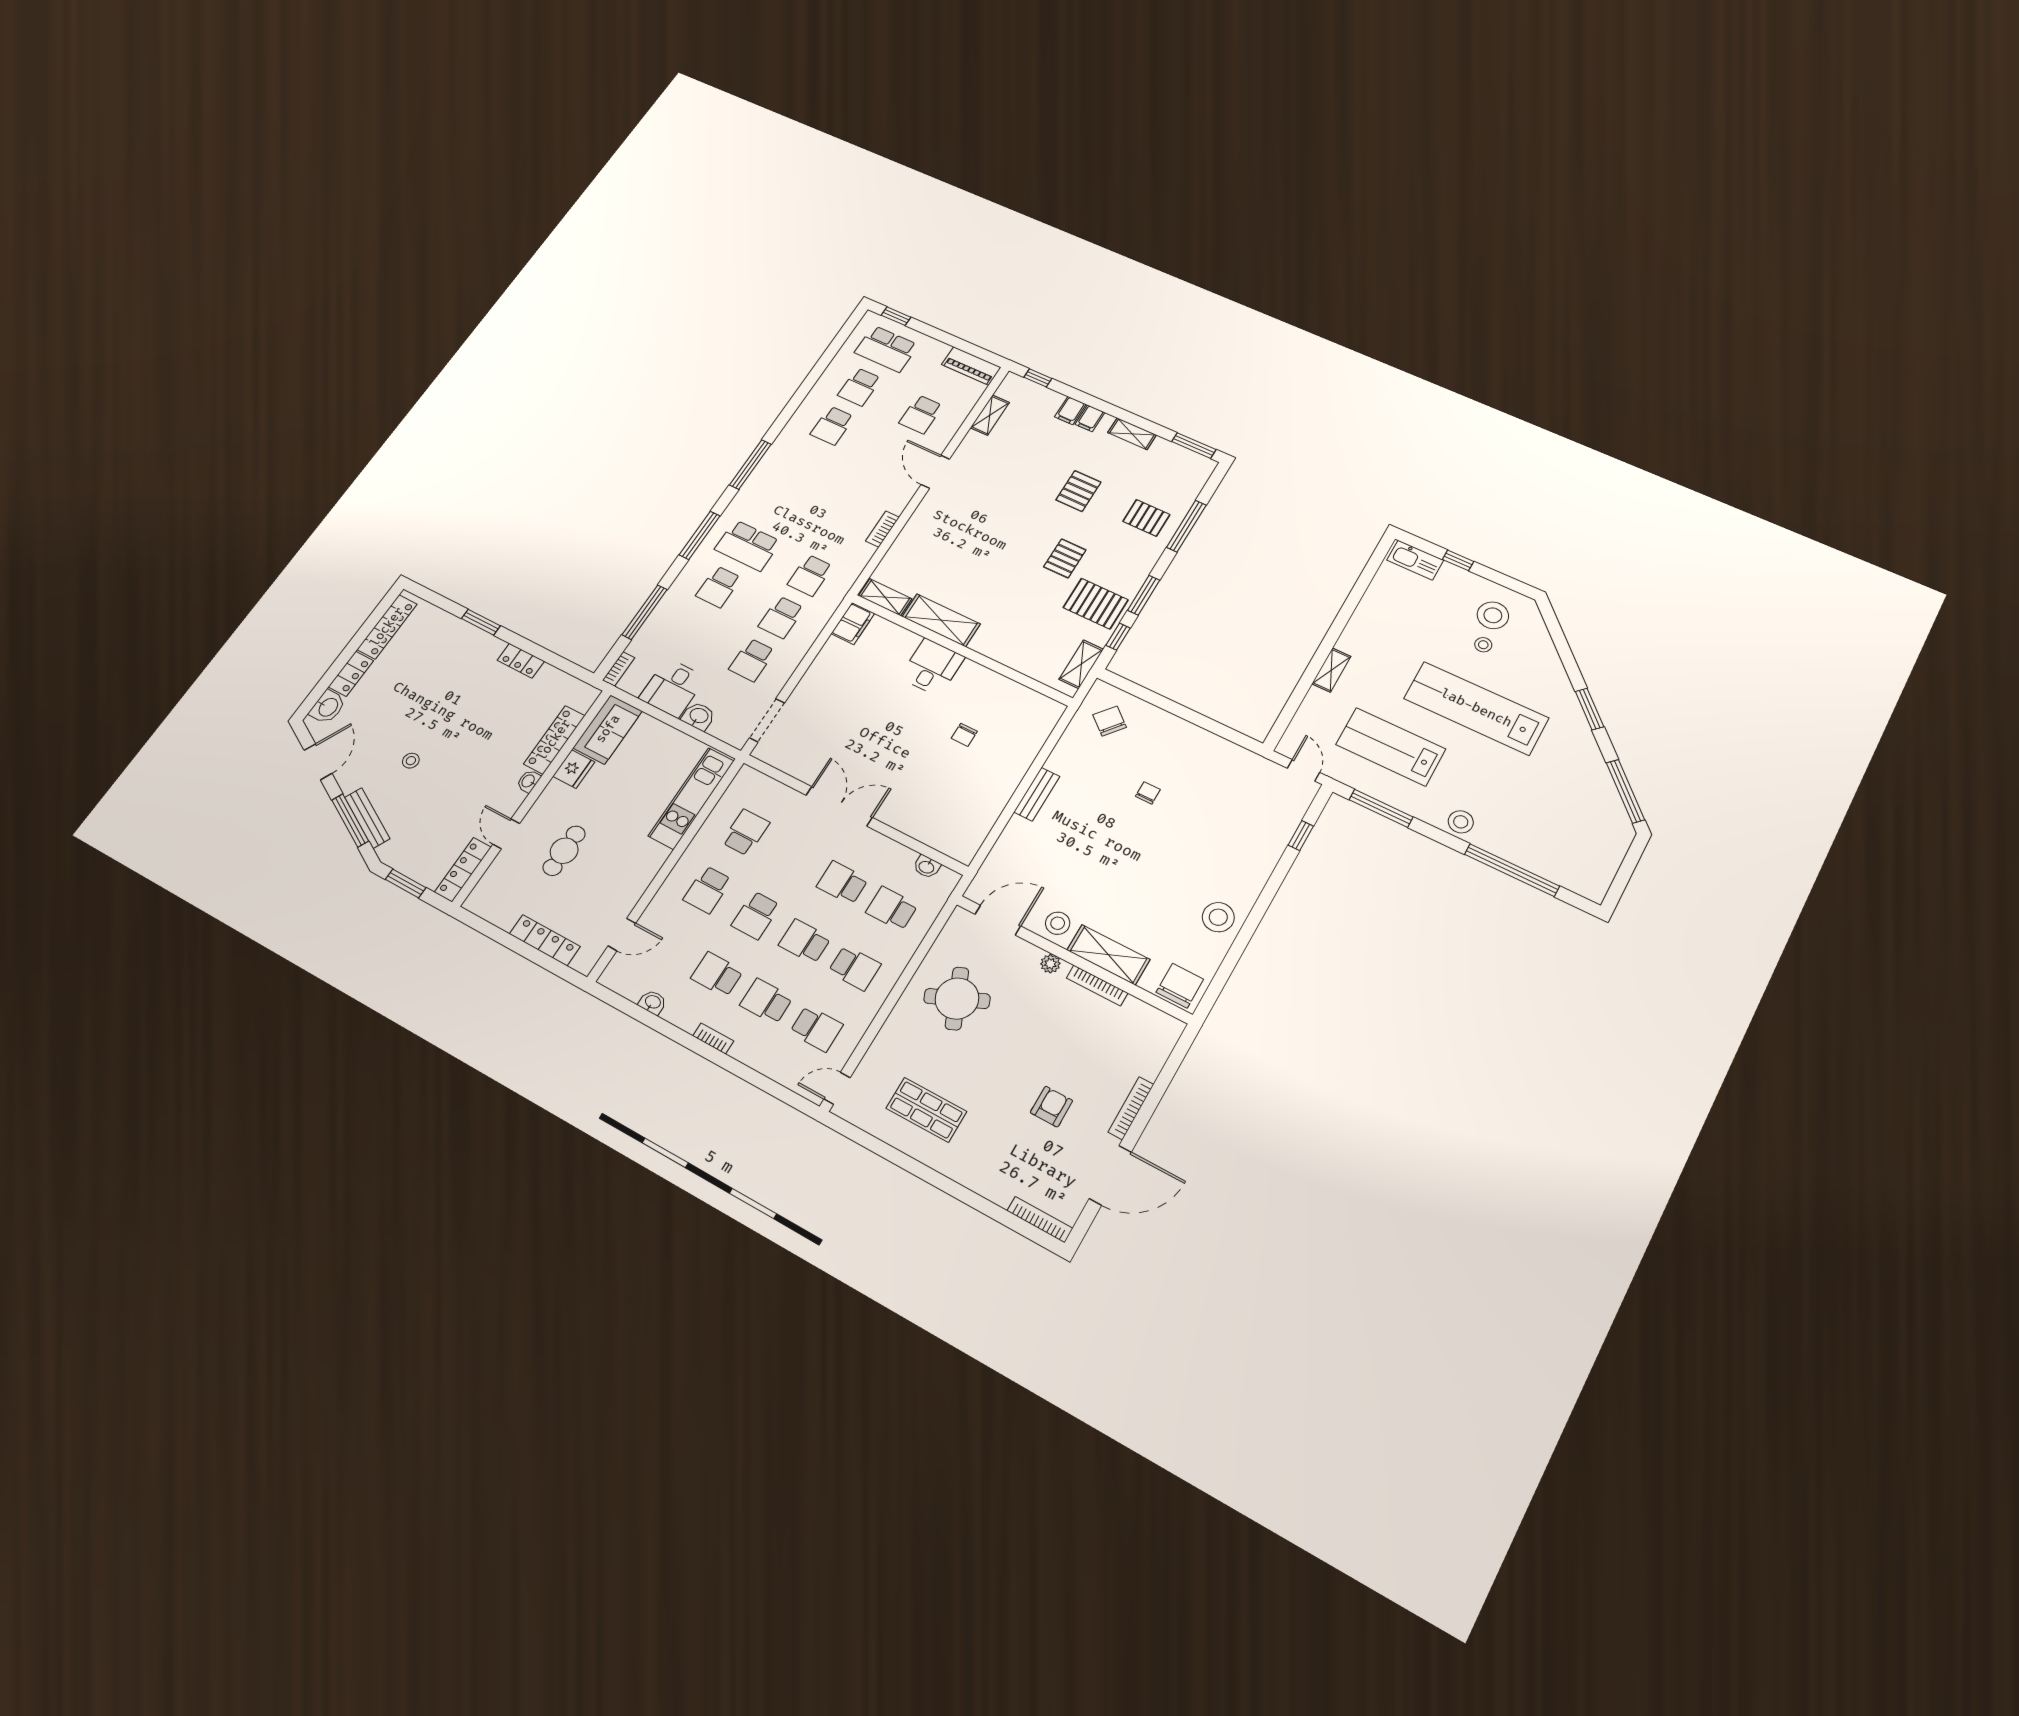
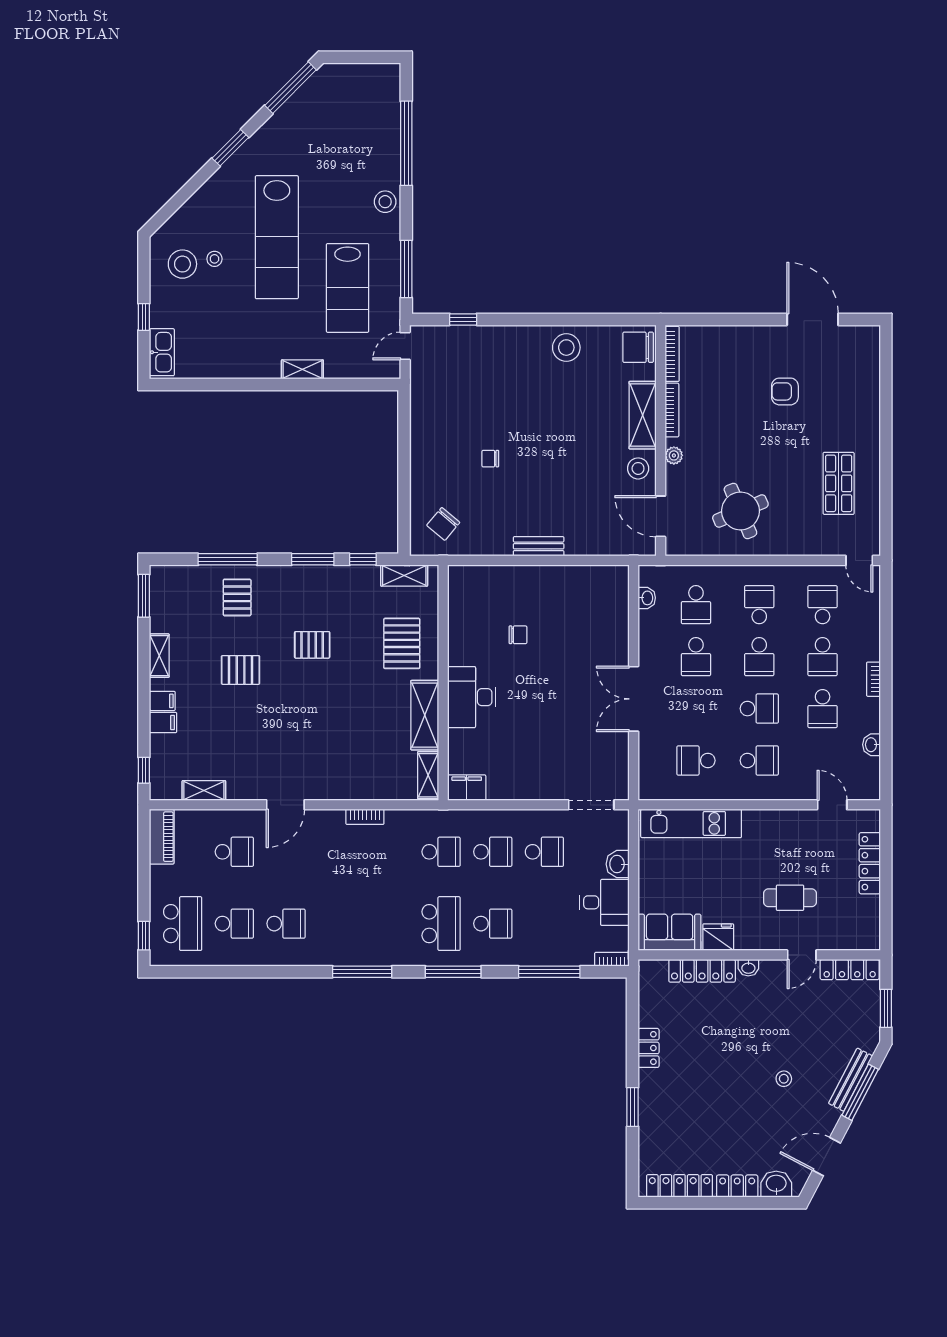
pallet: (1096, 604) -> (402, 643), moved
desk: (932, 667) -> (472, 697), width x1.37
bookcase: (1131, 1108) -> (672, 354), moved, turned -90
bookcase: (1040, 1220) -> (873, 353), removed

